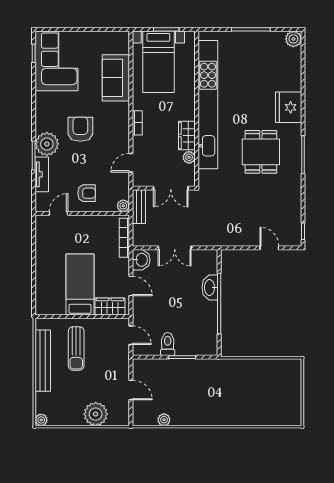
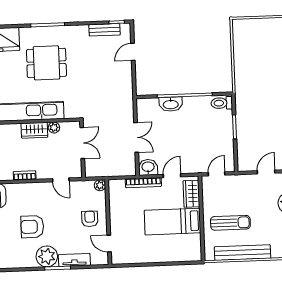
bench: (139, 207) -> (105, 30), moved
bookcase: (124, 238) -> (143, 183), moved
toilet: (168, 344) -> (222, 103), moved

